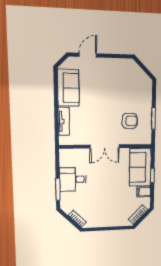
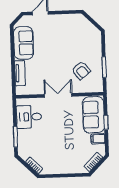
armchair: (130, 121) -> (81, 71), turned 51
double door: (105, 146) -> (58, 95), swing flipped
desk: (73, 179) -> (29, 117), moved

